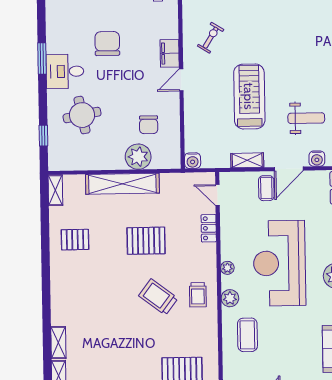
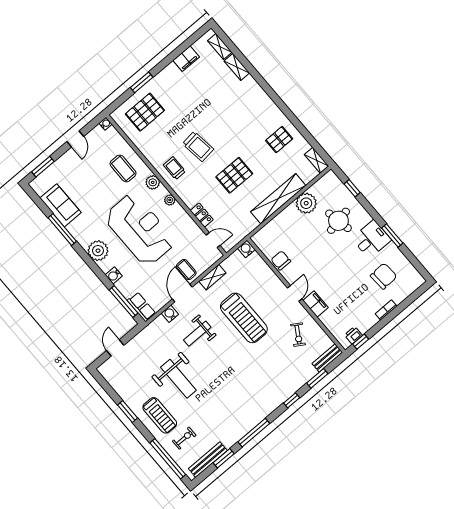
chair: (107, 43) -> (384, 276), moved, turned -93
chair: (149, 125) -> (281, 260), moved
plant: (138, 157) -> (306, 203), moved
trolley: (158, 297) -> (198, 146), turned 46

